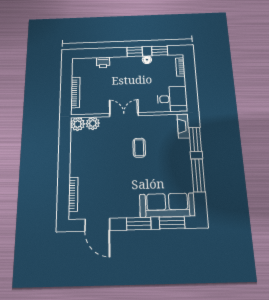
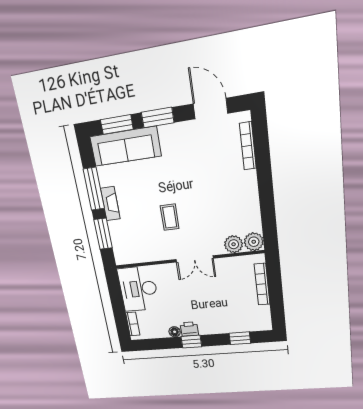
window: (160, 51) -> (240, 338), moved
printer: (103, 62) -> (189, 329), moved
desk: (172, 99) -> (138, 289), width x1.37
fireplace: (183, 126) -> (110, 204), moved

